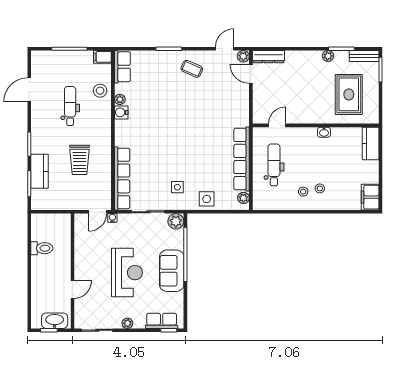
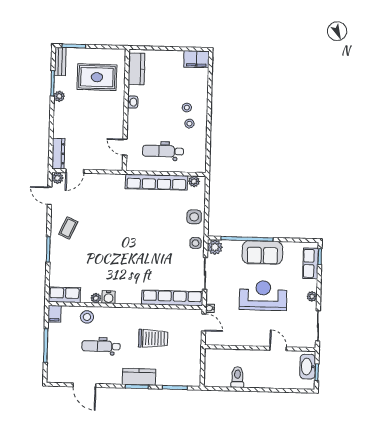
kitchen counter: (371, 143) -> (136, 69), moved, turned -90
kitchen counter: (39, 171) -> (139, 377), moved
side table: (177, 187) -> (195, 243), moved

